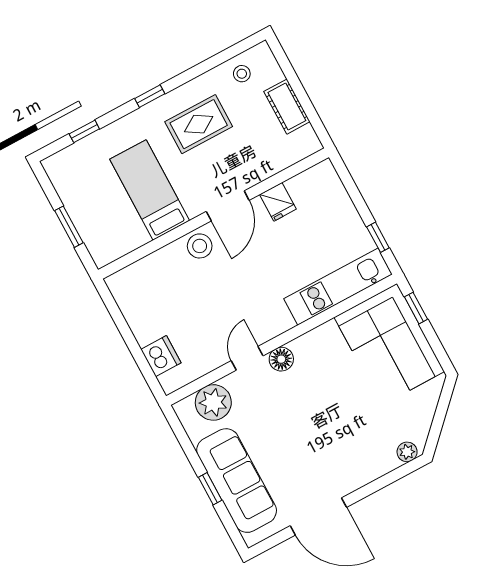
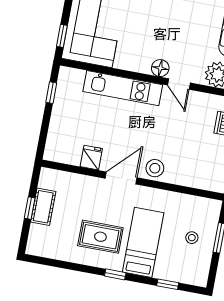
stool: (242, 74) -> (192, 238), moved
window: (300, 93) -> (30, 208), added
bed: (150, 190) -> (143, 242), moved, turned 180
kitchen unit: (338, 287) -> (123, 88), moved
door: (247, 358) -> (179, 84), hinge flipped

